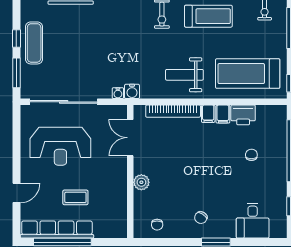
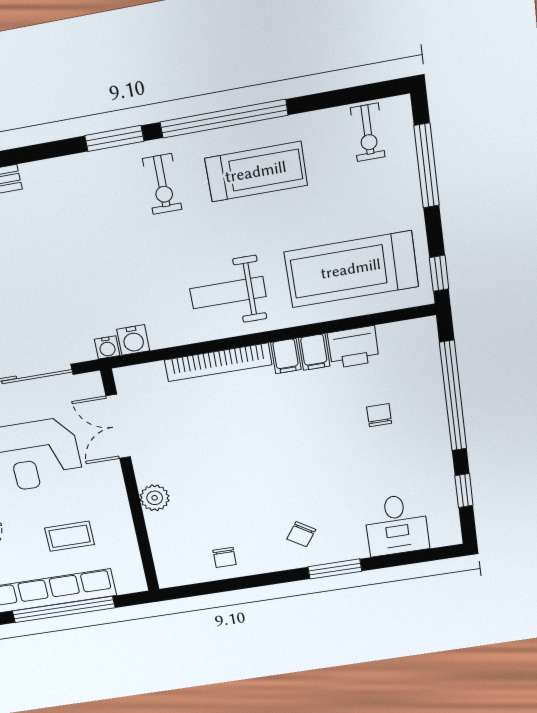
double door: (130, 138) -> (118, 426), moved
wall: (130, 172) -> (131, 483), moved
plant: (141, 182) -> (155, 498), moved

